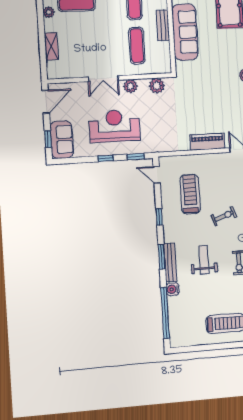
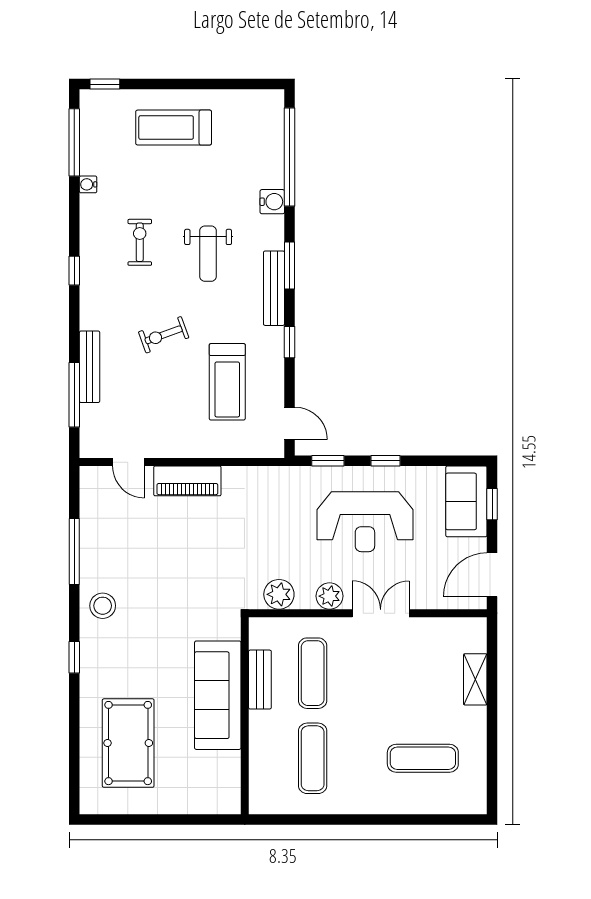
plant: (49, 12) -> (476, 744), removed
bench: (163, 25) -> (260, 680), moved
bench: (170, 262) -> (274, 288), moved

